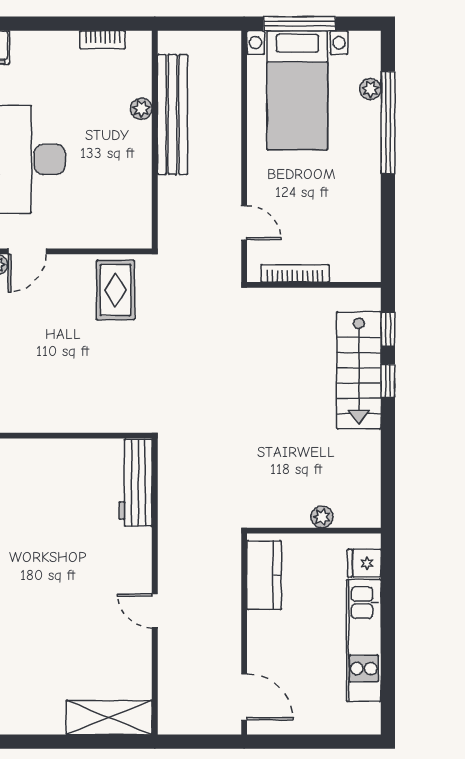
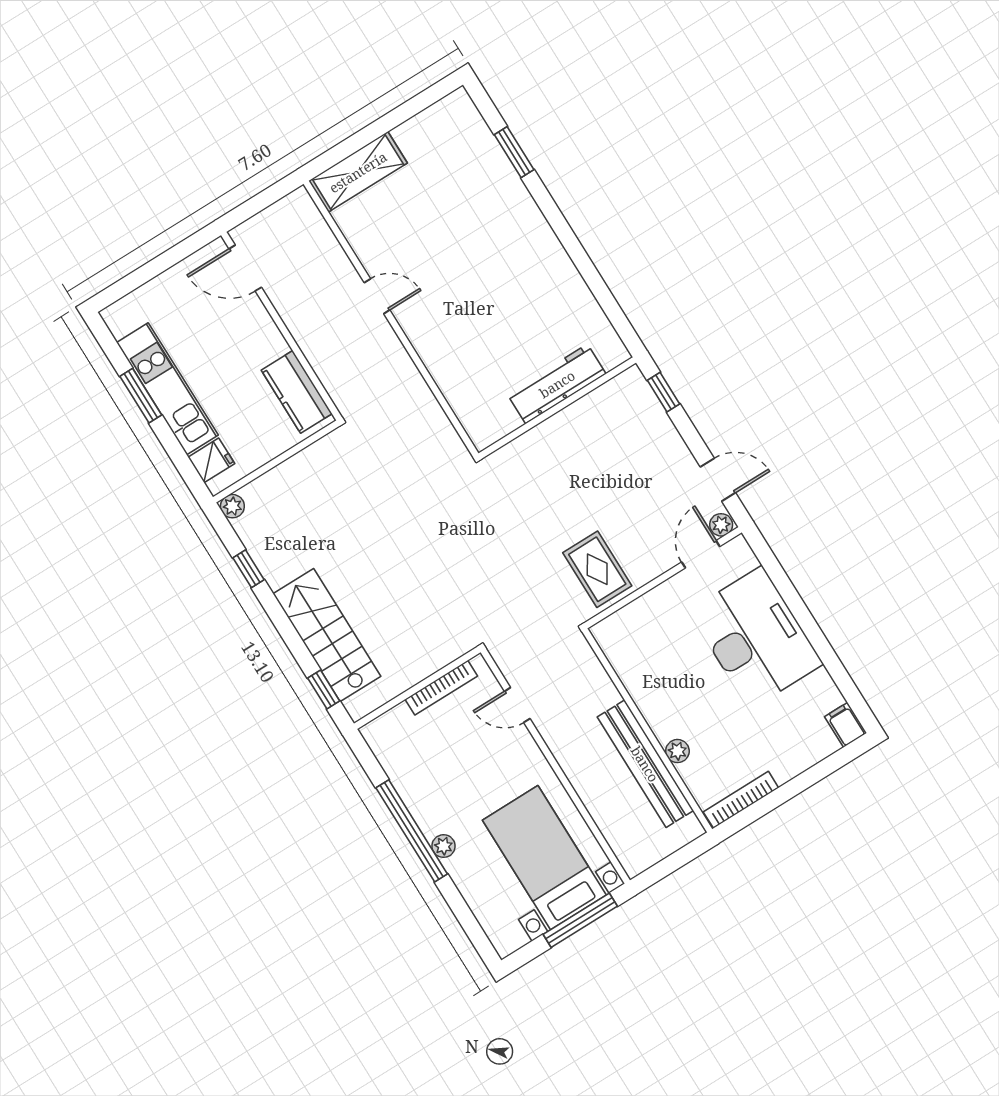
bookcase: (103, 40) -> (741, 800), width x1.56
plant: (370, 89) -> (444, 846), moved
window: (388, 123) -> (412, 831), moved
window: (388, 381) -> (249, 569), moved
workbench: (136, 483) -> (557, 384), moved, turned -90
plant: (322, 517) -> (232, 506), moved
window: (388, 648) -> (141, 396), added

